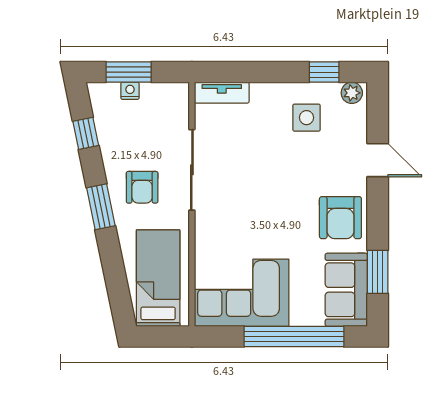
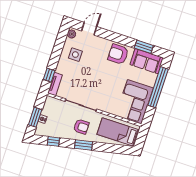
window: (324, 72) -> (49, 75), moved
door: (378, 160) -> (89, 29), moved
armchair: (340, 218) -> (118, 54), turned 180

